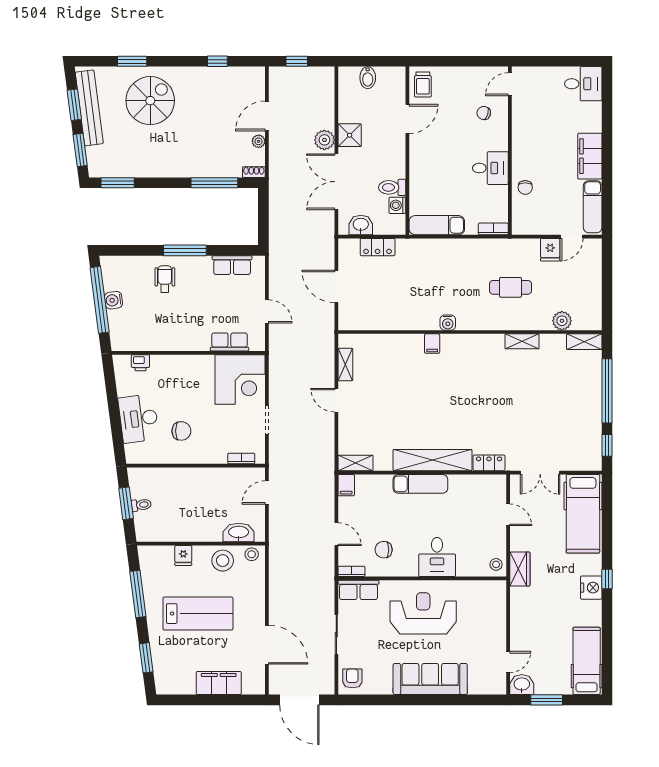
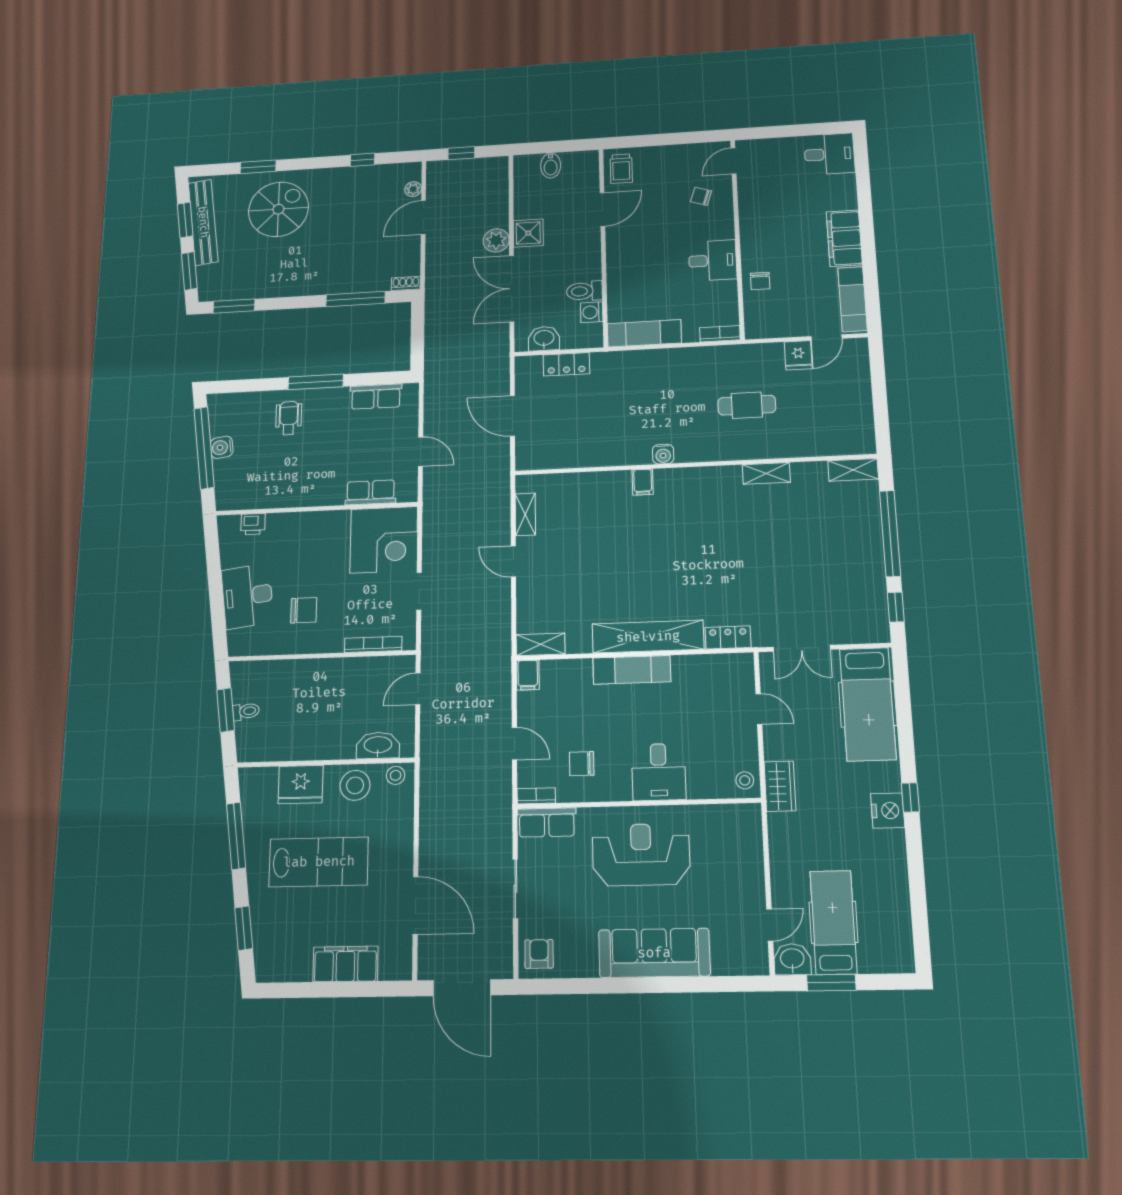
plant: (259, 141) -> (413, 189), moved
plant: (562, 321) -> (820, 444), removed
bookcase: (241, 459) -> (373, 644), width x1.56
fridge: (183, 555) -> (301, 784), width x1.88, depth x1.34
hospital bed: (587, 661) -> (833, 922), moved

